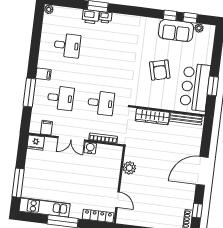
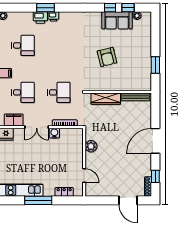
bar counter: (195, 87) -> (140, 68), removed
filing cabinet: (46, 128) -> (14, 120), width x2.00
locker: (98, 216) -> (64, 192), width x0.66

